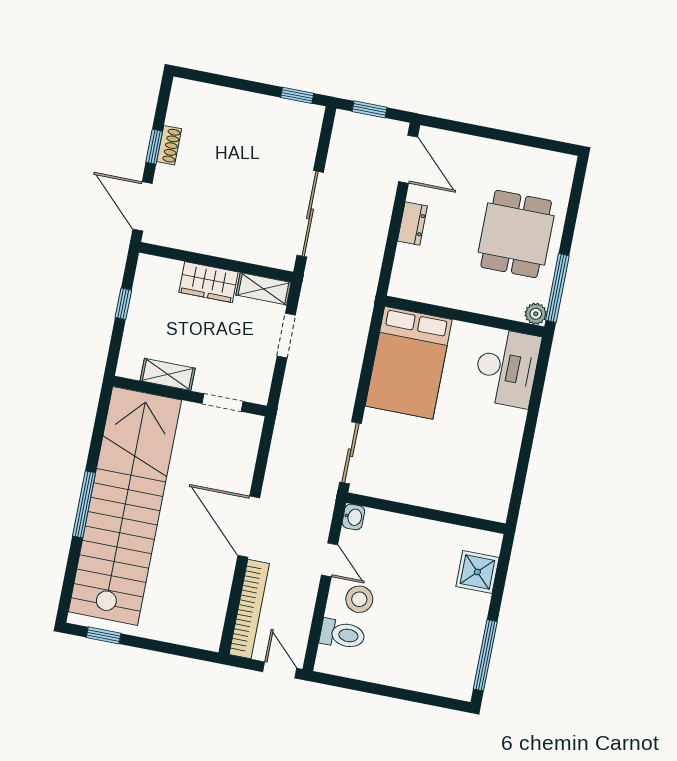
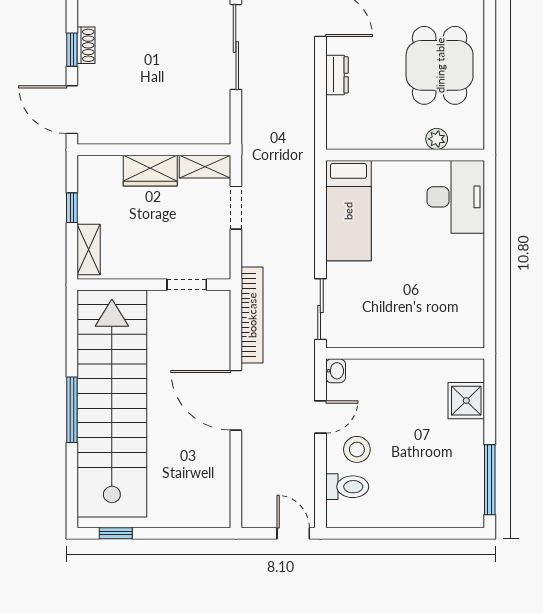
sliding door: (310, 214) -> (236, 47), moved
window: (557, 288) -> (490, 110), removed
plant: (536, 314) -> (437, 139), moved
bed: (409, 363) -> (348, 211), width x0.67
shelving: (168, 374) -> (89, 249), moved, turned 90
door: (329, 560) -> (320, 417), hinge flipped
bookcase: (249, 609) -> (252, 315), moved

